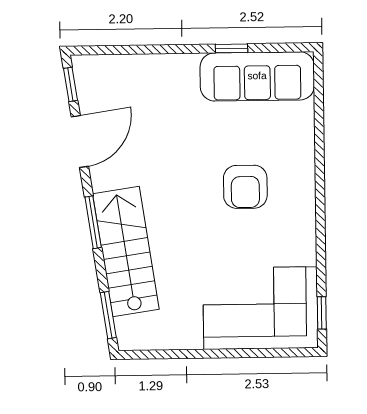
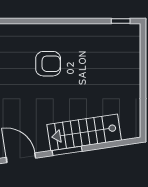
corner sofa: (260, 308) -> (117, 56), removed
window: (108, 315) -> (120, 143), removed

